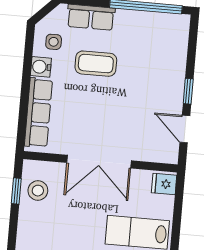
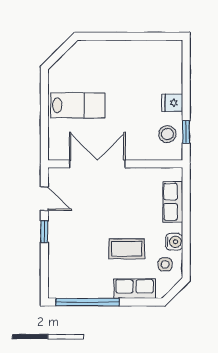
row of seats: (38, 113) -> (173, 202), width x0.68
double door: (99, 162) -> (97, 164), moved
fridge: (164, 184) -> (172, 103), moved, turned 180

